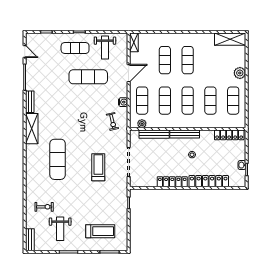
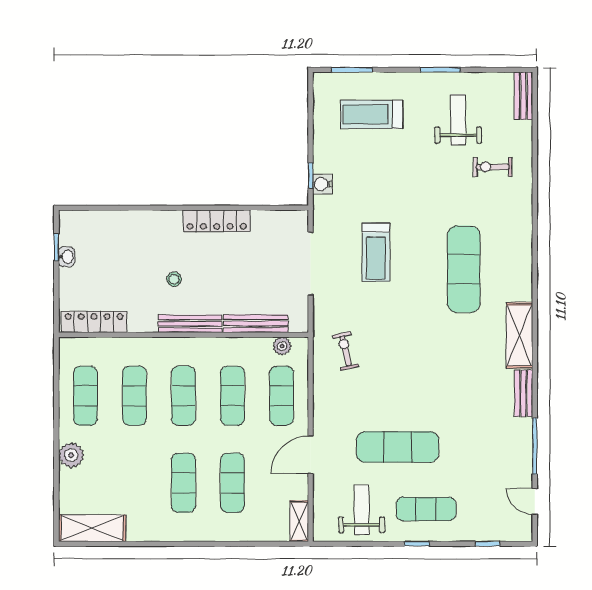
water cooler: (123, 102) -> (323, 184), moved
locker: (209, 181) -> (138, 222), removed

